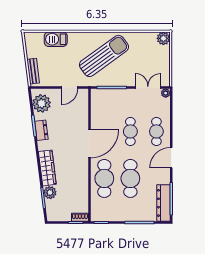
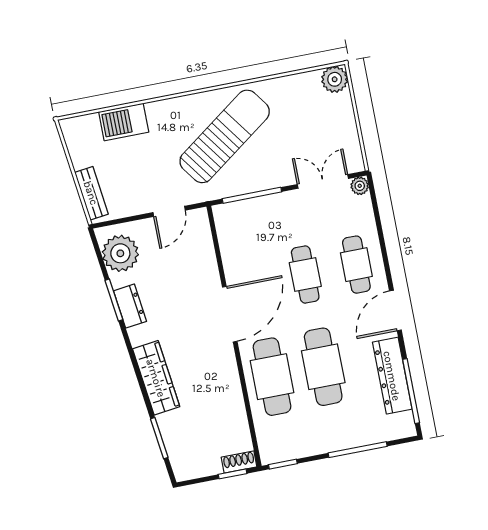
plant: (50, 193) -> (171, 425), removed
dresser: (164, 203) -> (392, 376), moved

